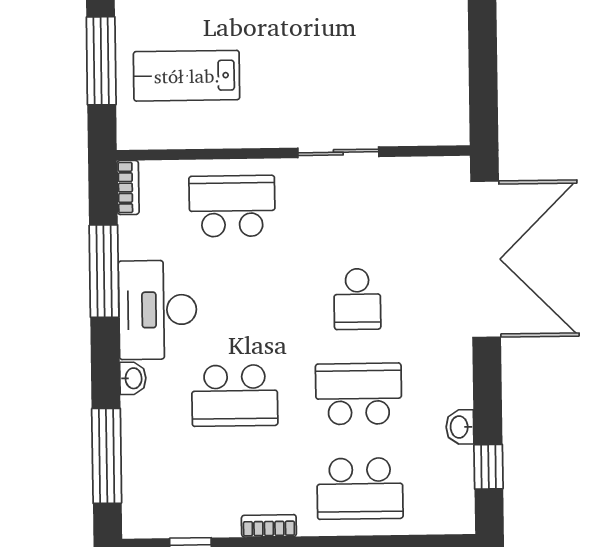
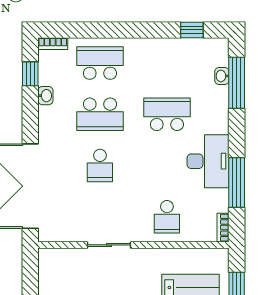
school desk: (232, 206) -> (167, 217), width x0.54
school desk: (357, 299) -> (100, 166), turned 180
washbasin: (133, 378) -> (222, 76), moved
bookcase: (269, 526) -> (53, 44), moved

